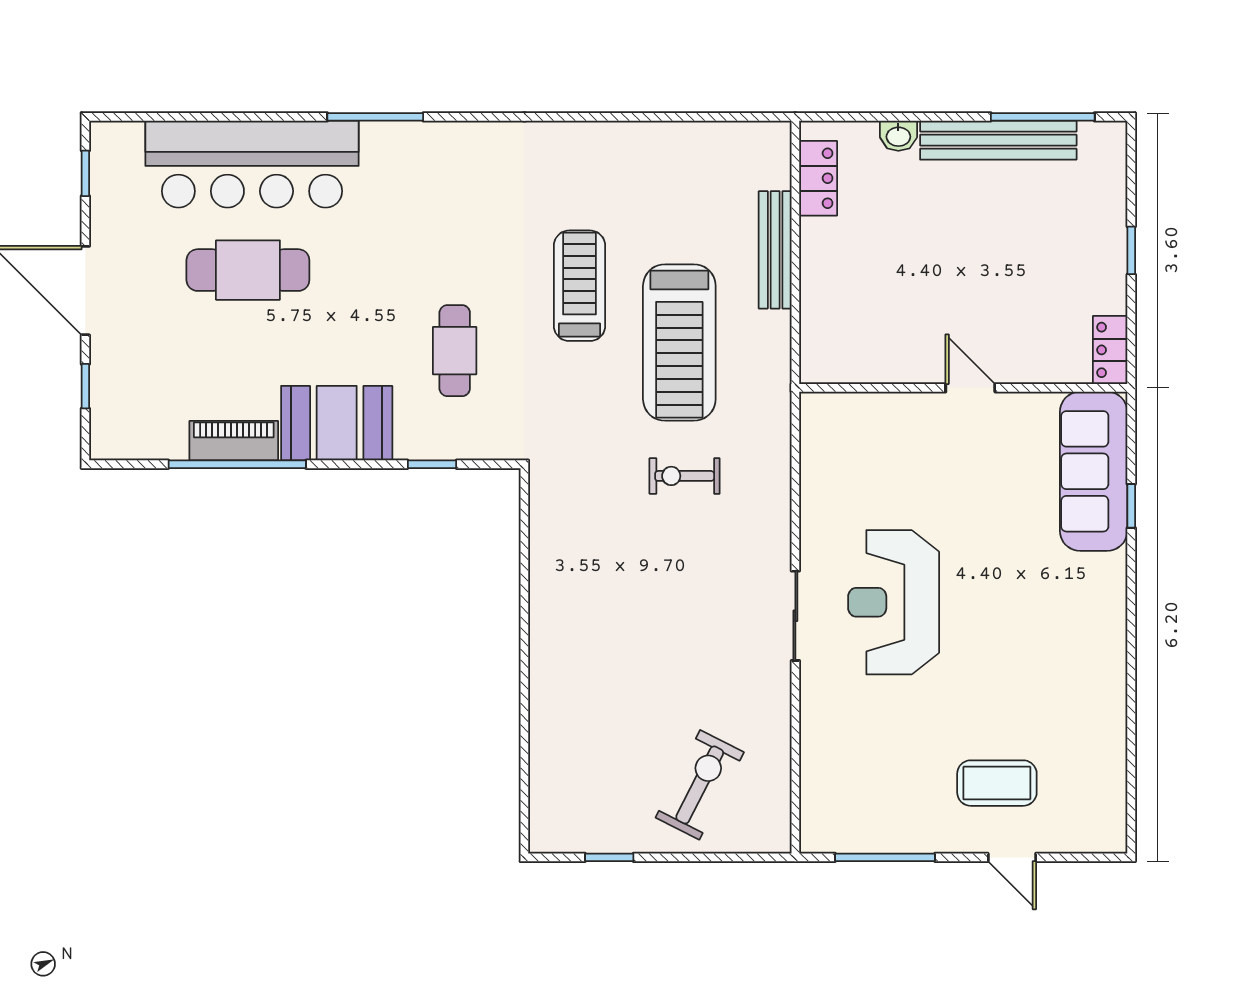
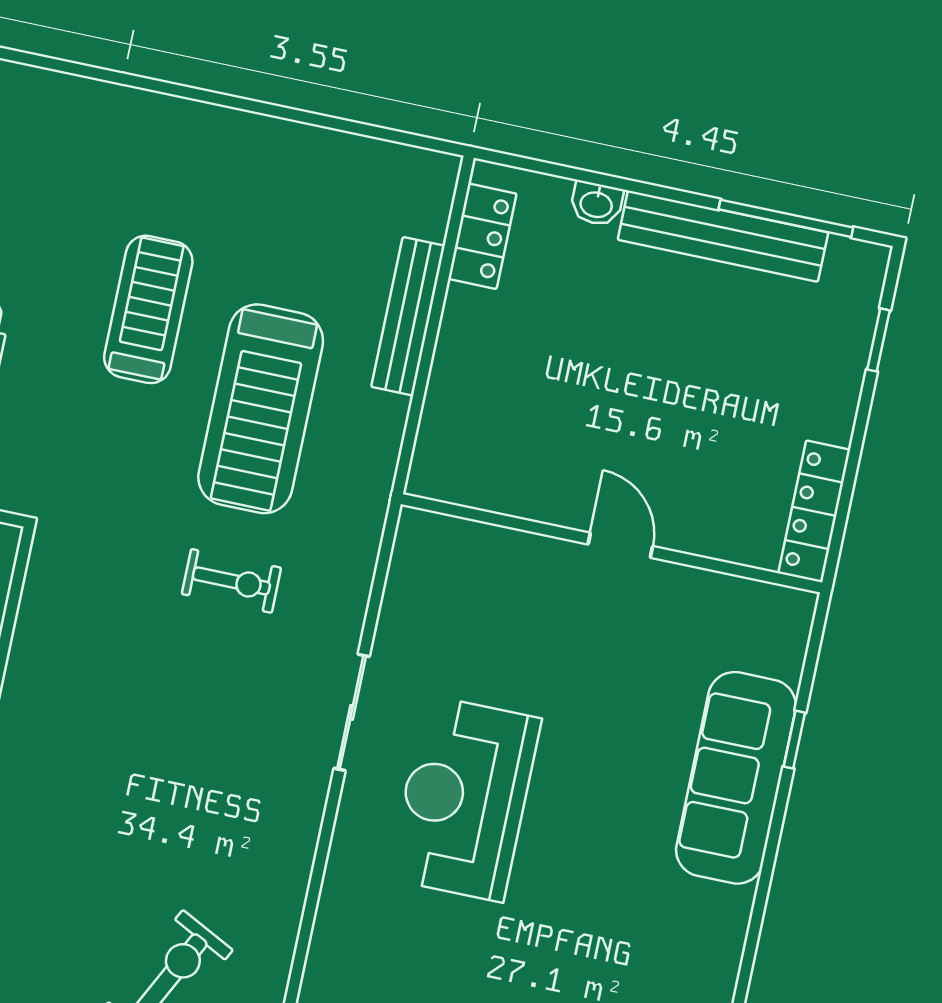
window: (1131, 250) -> (879, 340), moved
locker: (1110, 350) -> (814, 511), width x1.53
sofa: (1094, 471) -> (736, 778), moved
exercise bike: (685, 476) -> (231, 581), turned 180
sliding door: (795, 616) -> (352, 712), moved

